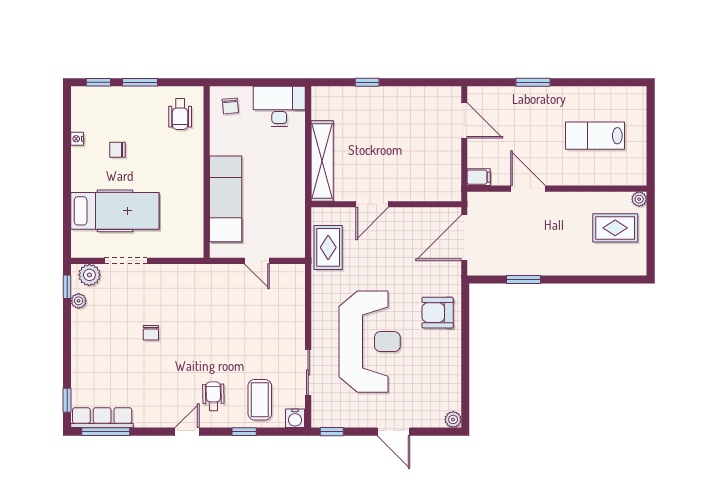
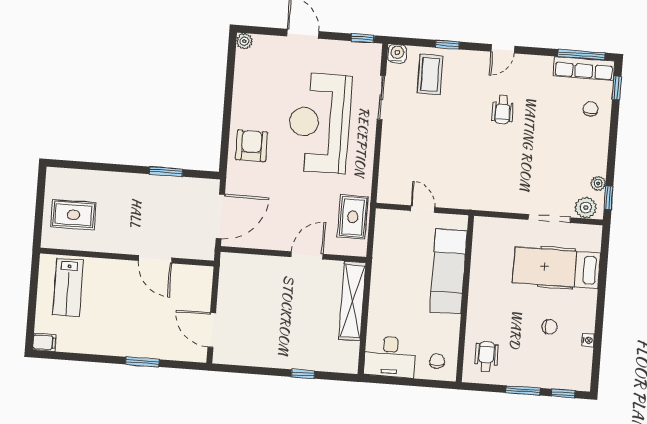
lab bench: (595, 136) -> (68, 287), moved, turned 90
filing cabinet: (479, 177) -> (44, 342), moved, turned 180
plant: (639, 199) -> (48, 241), removed
armchair: (438, 313) -> (252, 146), turned -90
chair: (151, 333) -> (591, 109), moved
wheelchair: (213, 396) -> (503, 110), moved

